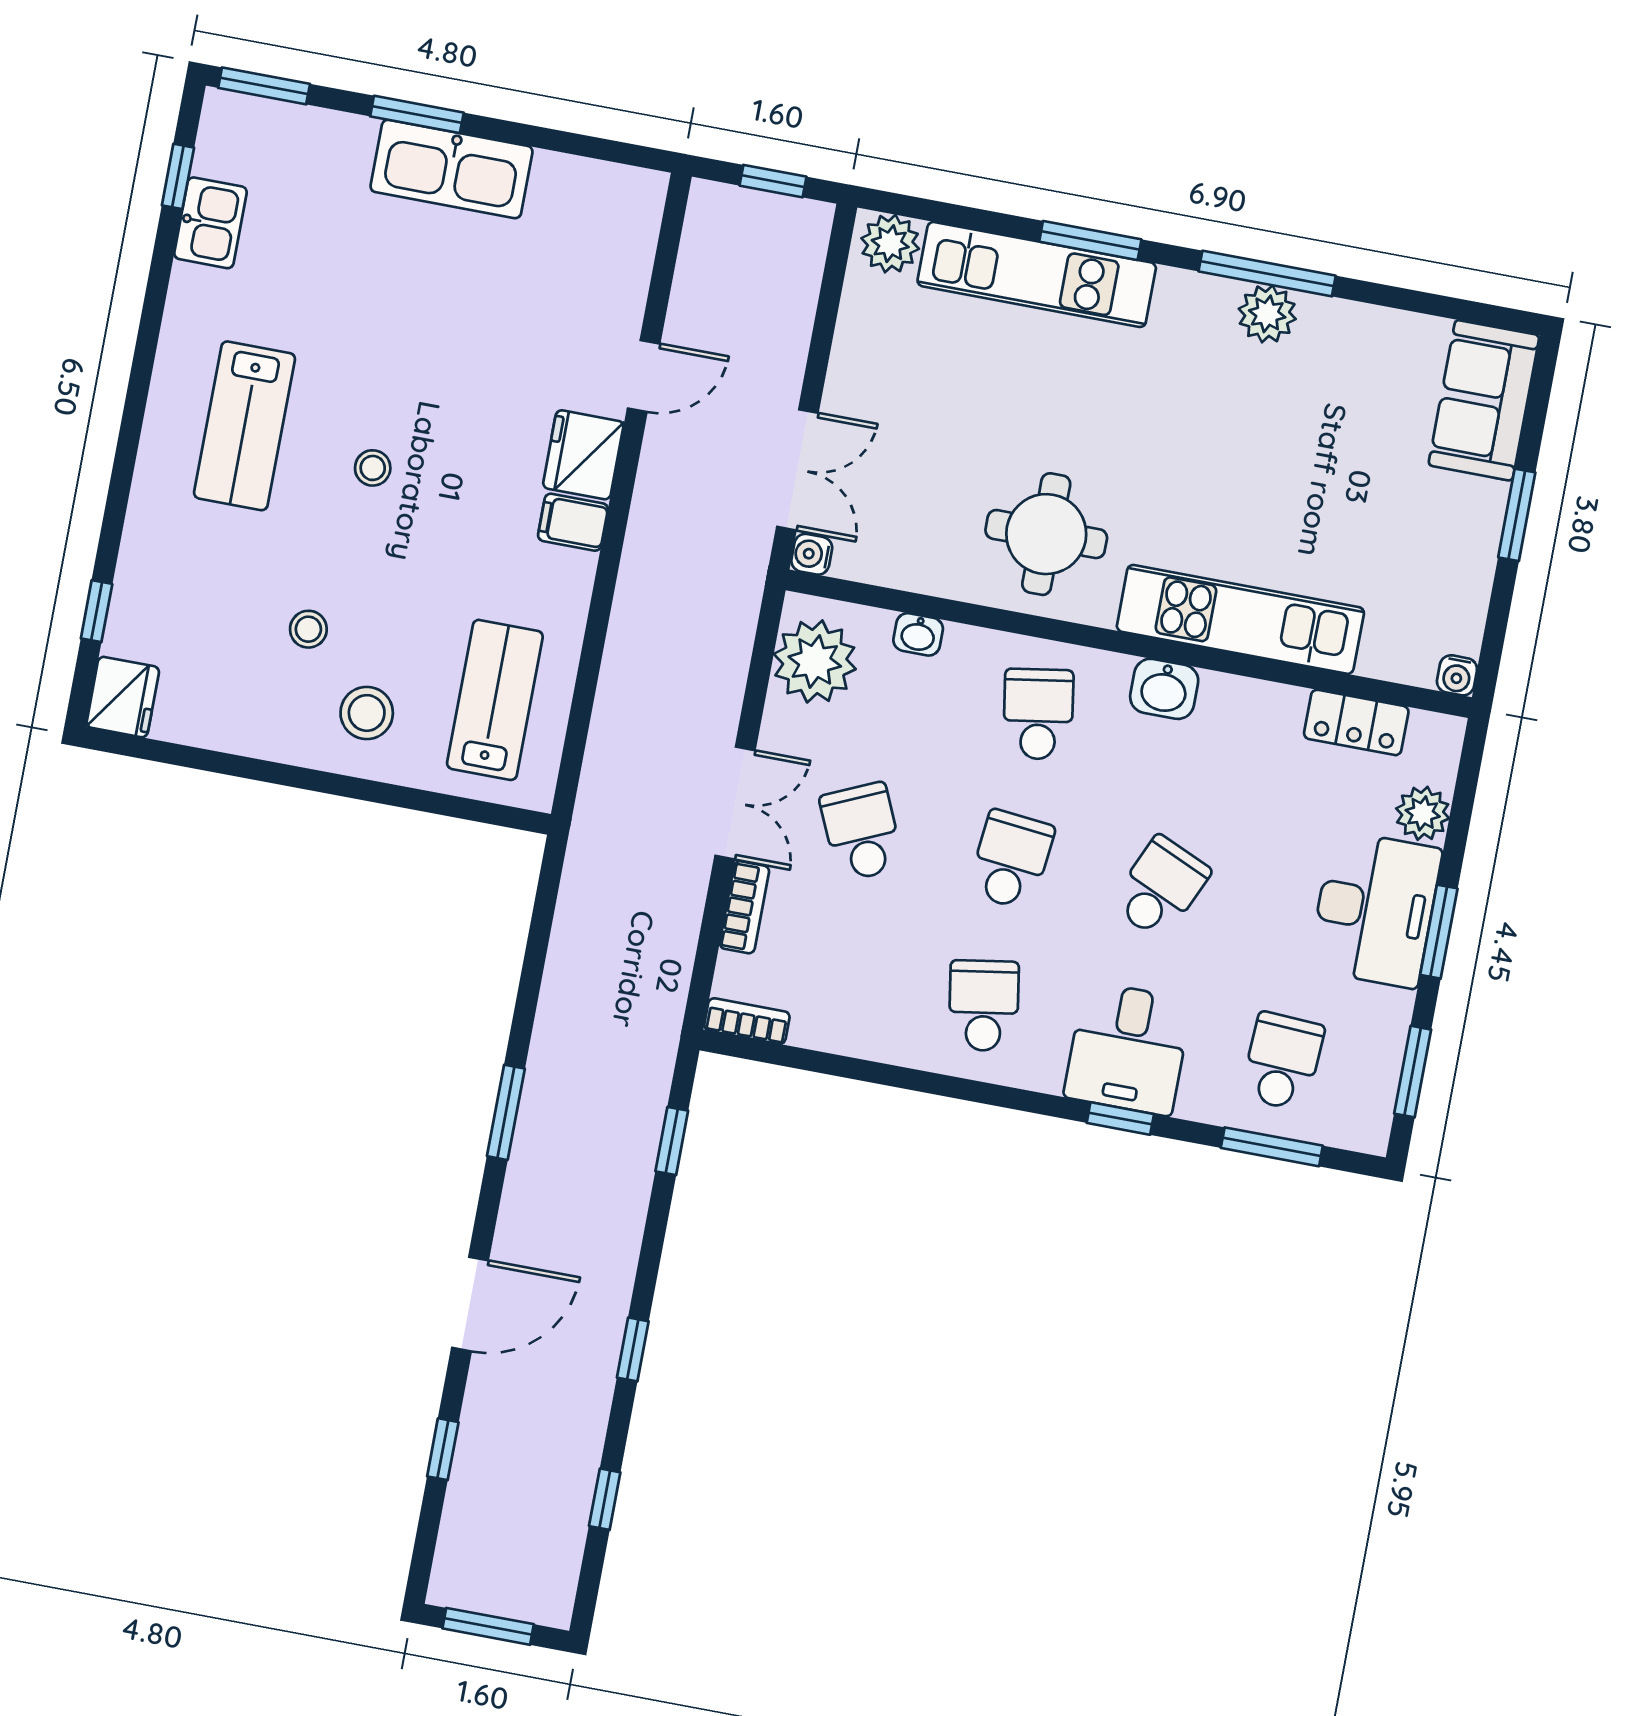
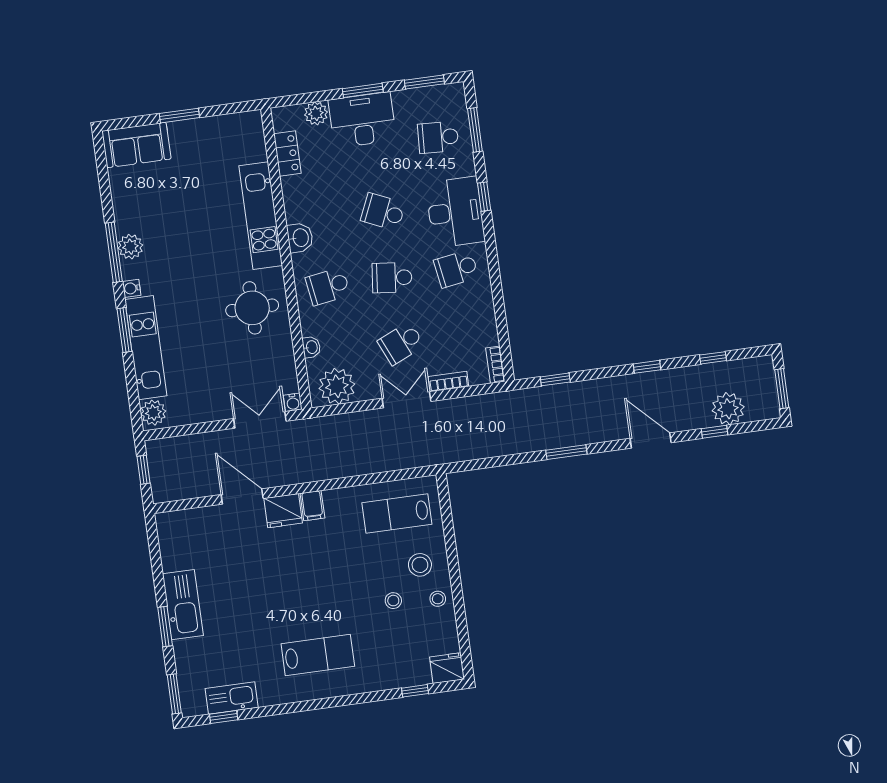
kitchen sink: (211, 223) -> (232, 698), width x1.38
door: (644, 376) -> (242, 497), width x1.38
stool: (373, 468) -> (438, 599), moved
water cooler: (1457, 675) -> (132, 288), moved, turned 180
desk: (1128, 1048) -> (455, 212), width x1.37
plant: (483, 1495) -> (728, 409), added

